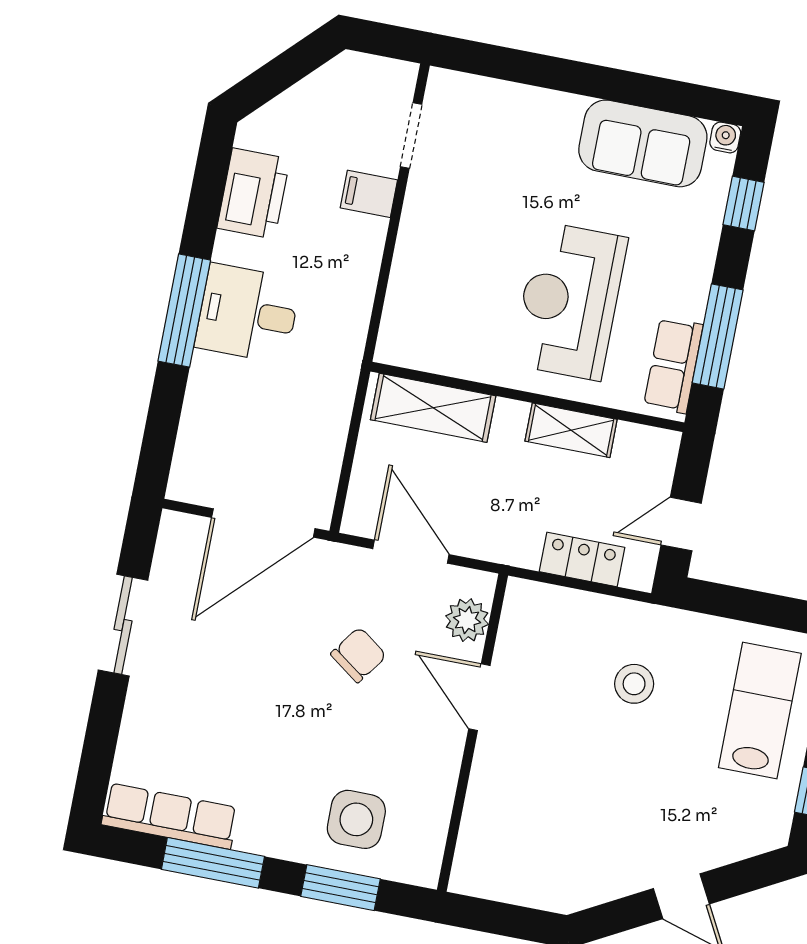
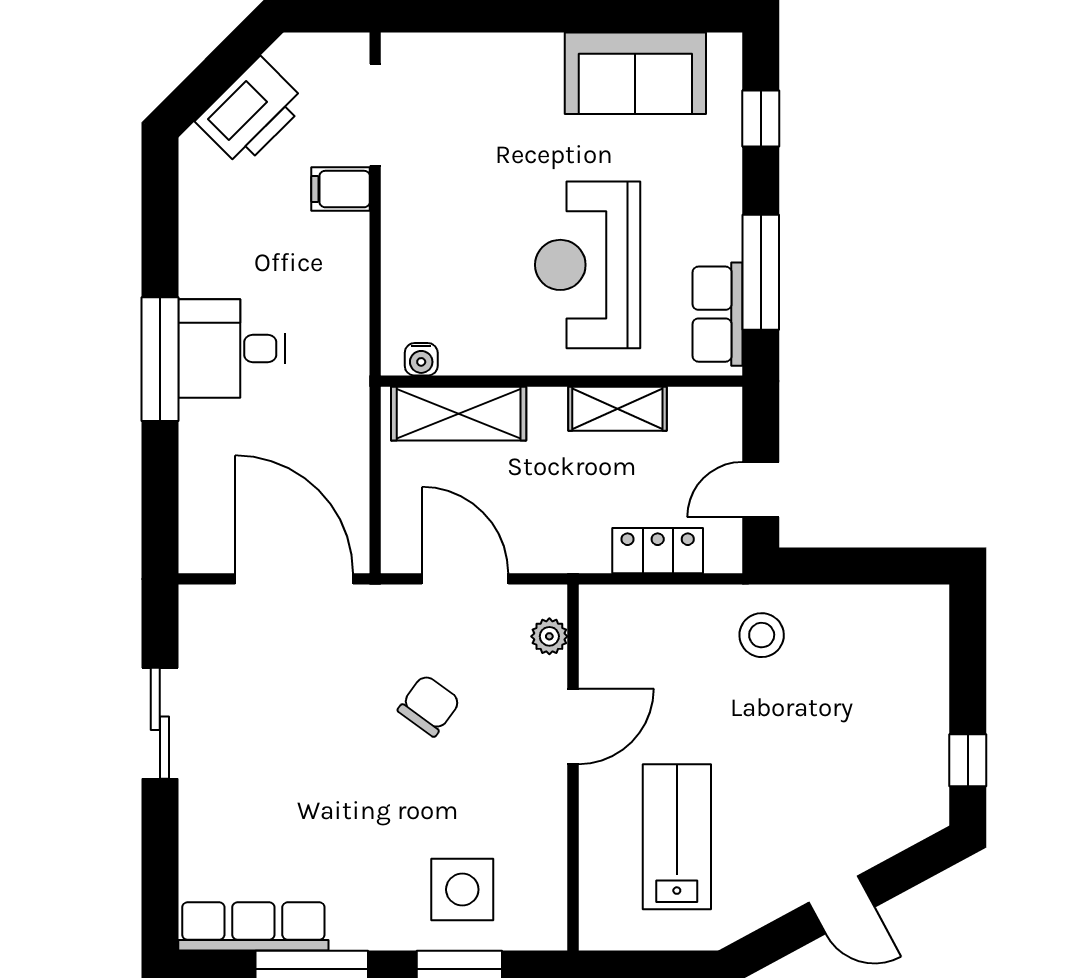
doorway: (411, 136) -> (375, 115), width x1.38
water cooler: (725, 137) -> (421, 359), moved, turned 180
printer: (253, 194) -> (251, 112), moved, turned 45
door: (263, 523) -> (294, 579), swing flipped
plant: (467, 620) -> (549, 636), width x0.73, depth x0.73
stool: (634, 684) -> (762, 635), moved
door: (479, 697) -> (573, 726), swing flipped
lab bench: (760, 710) -> (677, 837), moved

